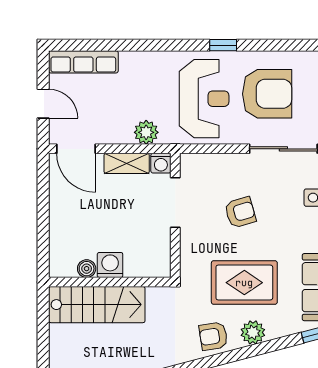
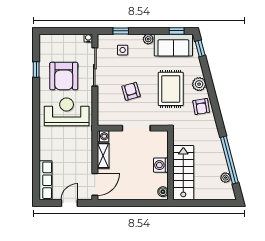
window: (223, 45) -> (36, 69), moved
armchair: (267, 94) -> (64, 76), turned 180
plant: (146, 132) -> (86, 145), removed
doorway: (175, 203) -> (136, 128), moved
boiler: (87, 269) -> (163, 192), moved

